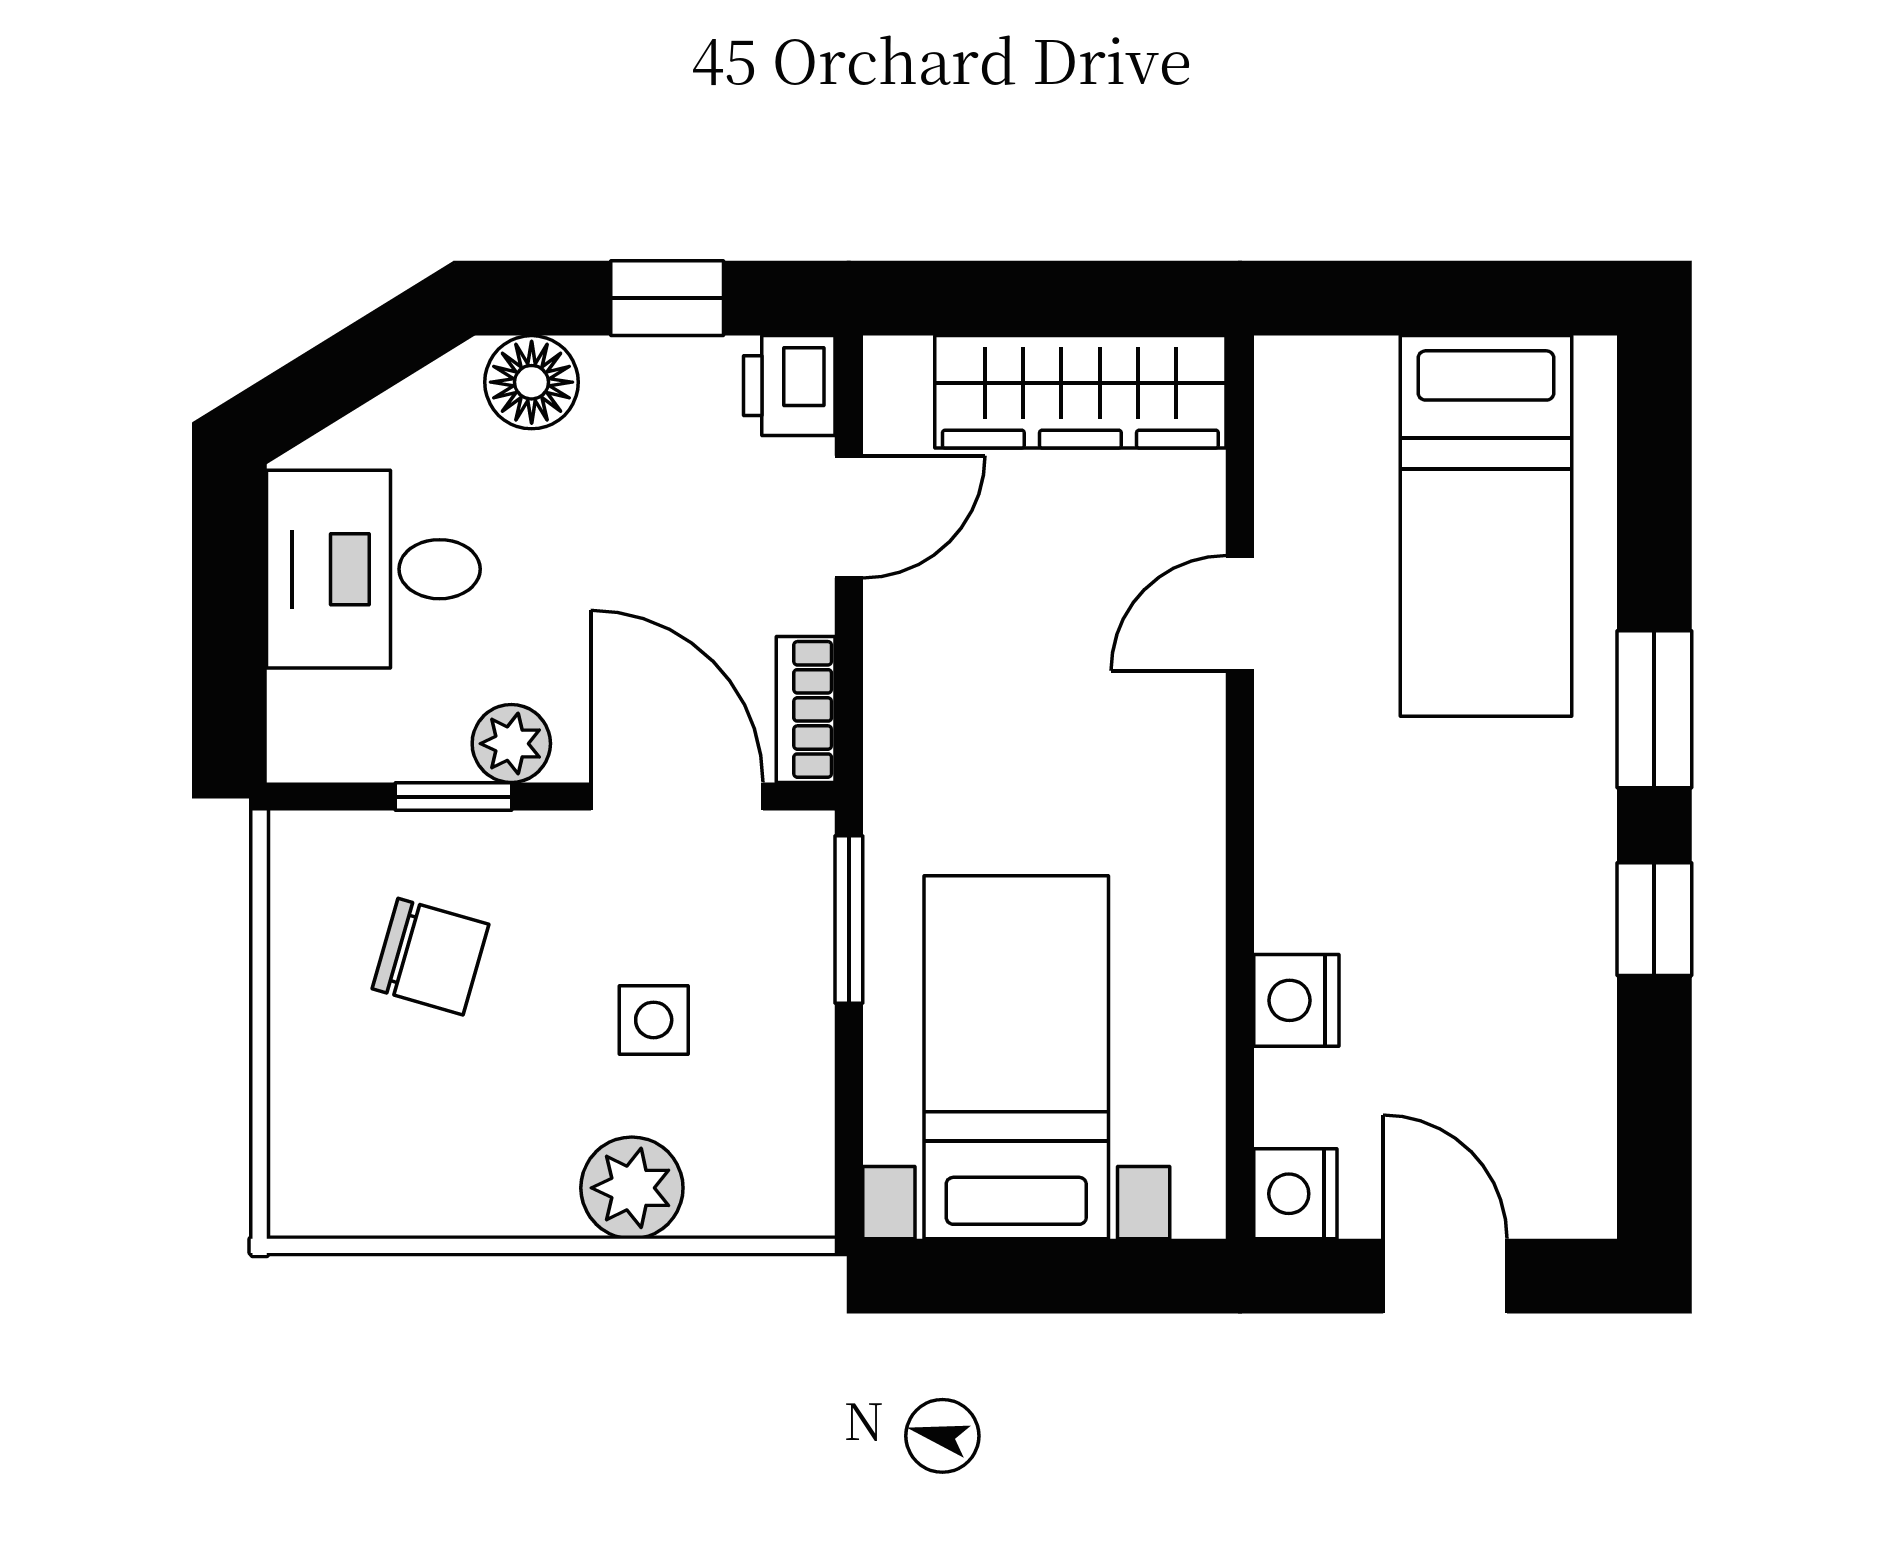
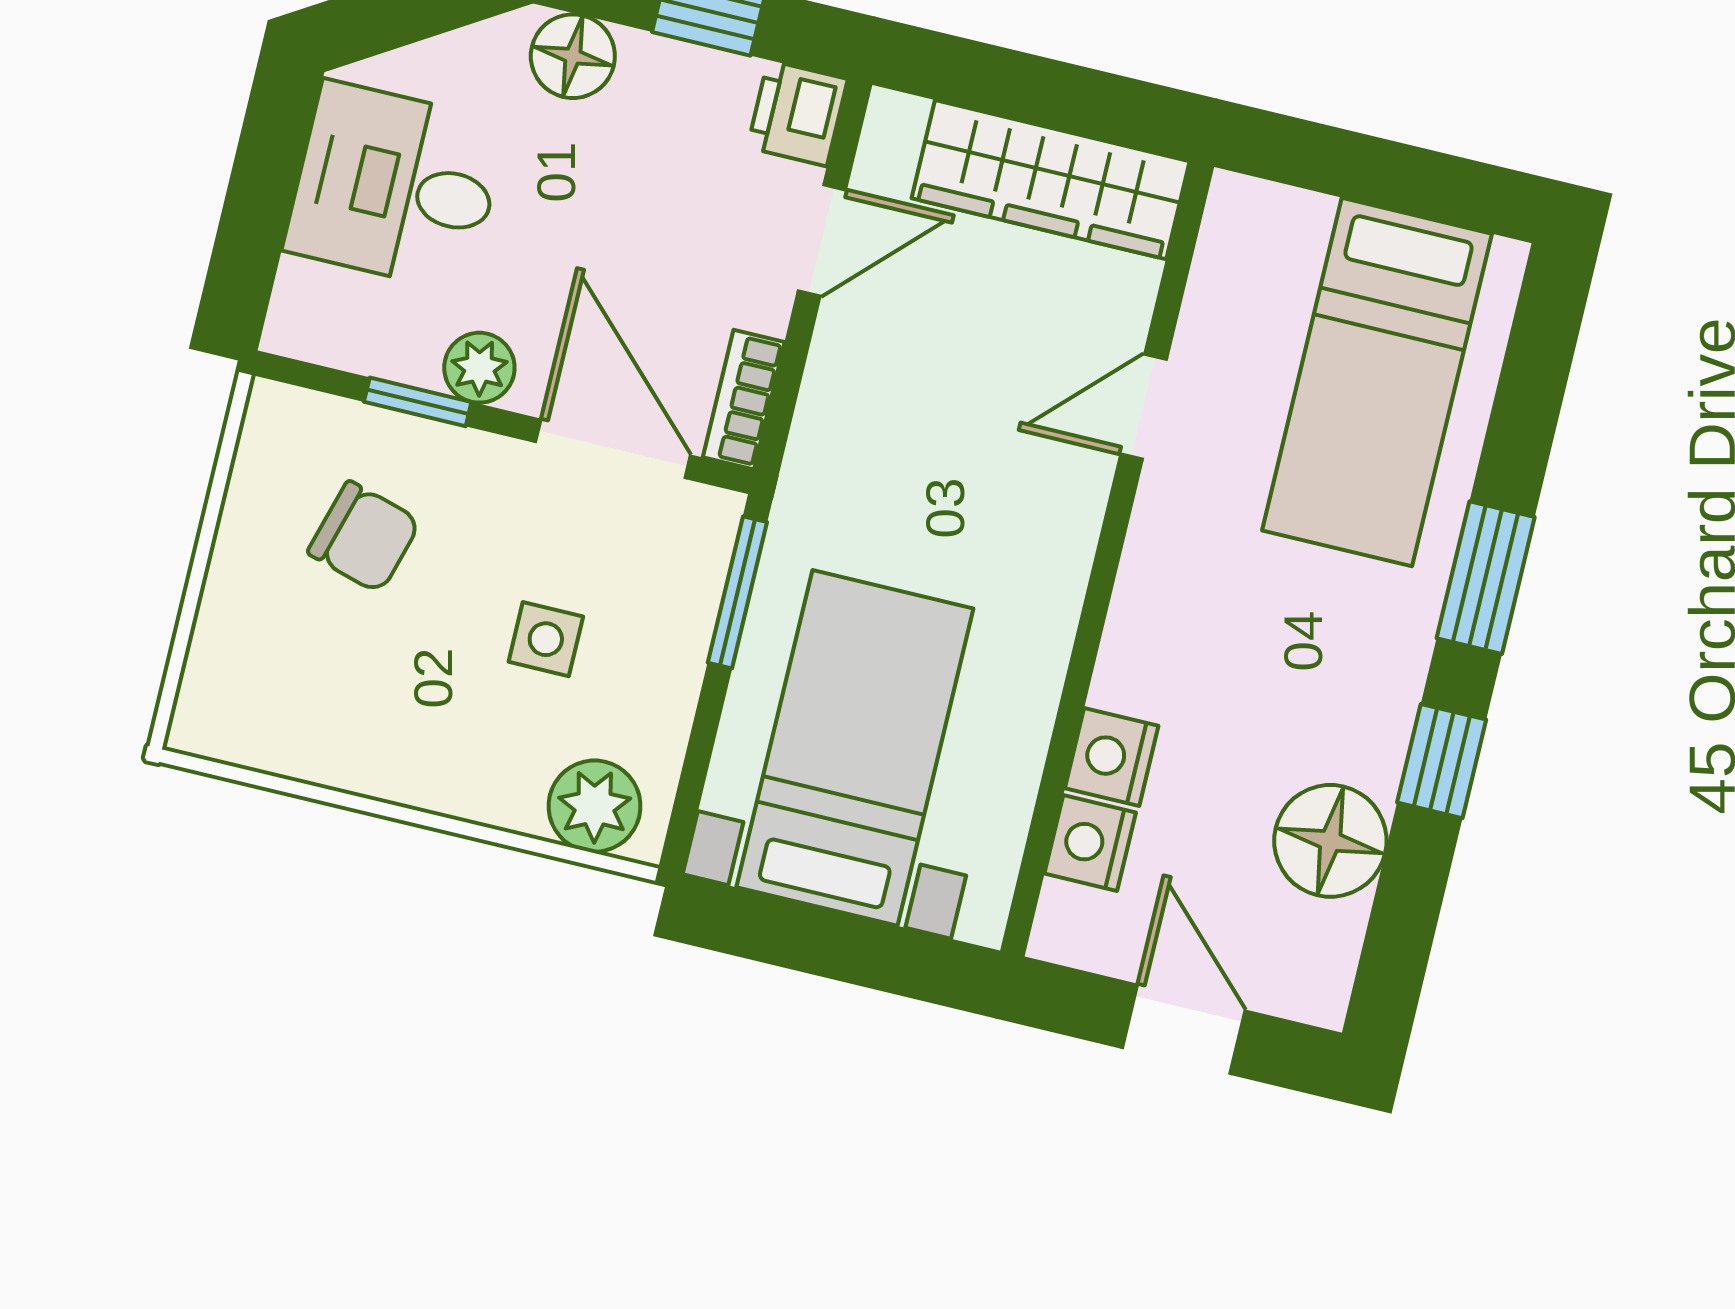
floor lamp: (1555, 1034) -> (1330, 841), added
plant: (632, 1188) -> (594, 806), moved
nightstand: (1295, 1194) -> (1090, 843), moved

